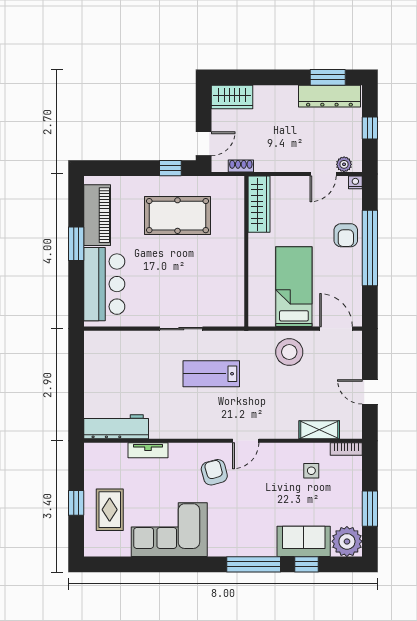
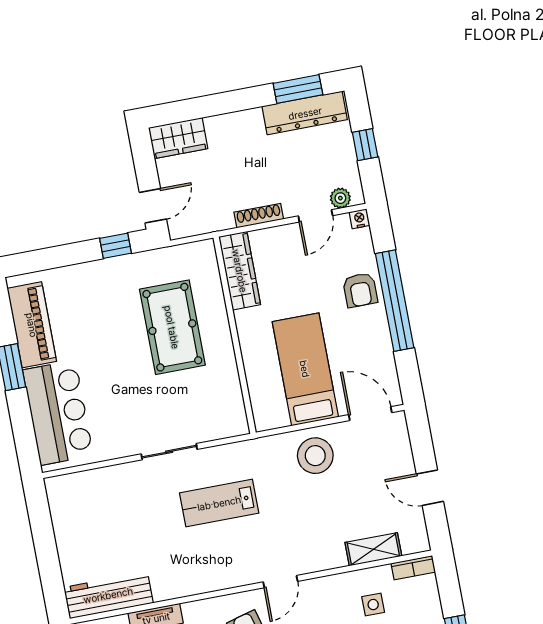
shoe rack: (241, 166) -> (259, 216), moved, width x1.43
pool table: (178, 216) -> (172, 327), moved, turned 90

